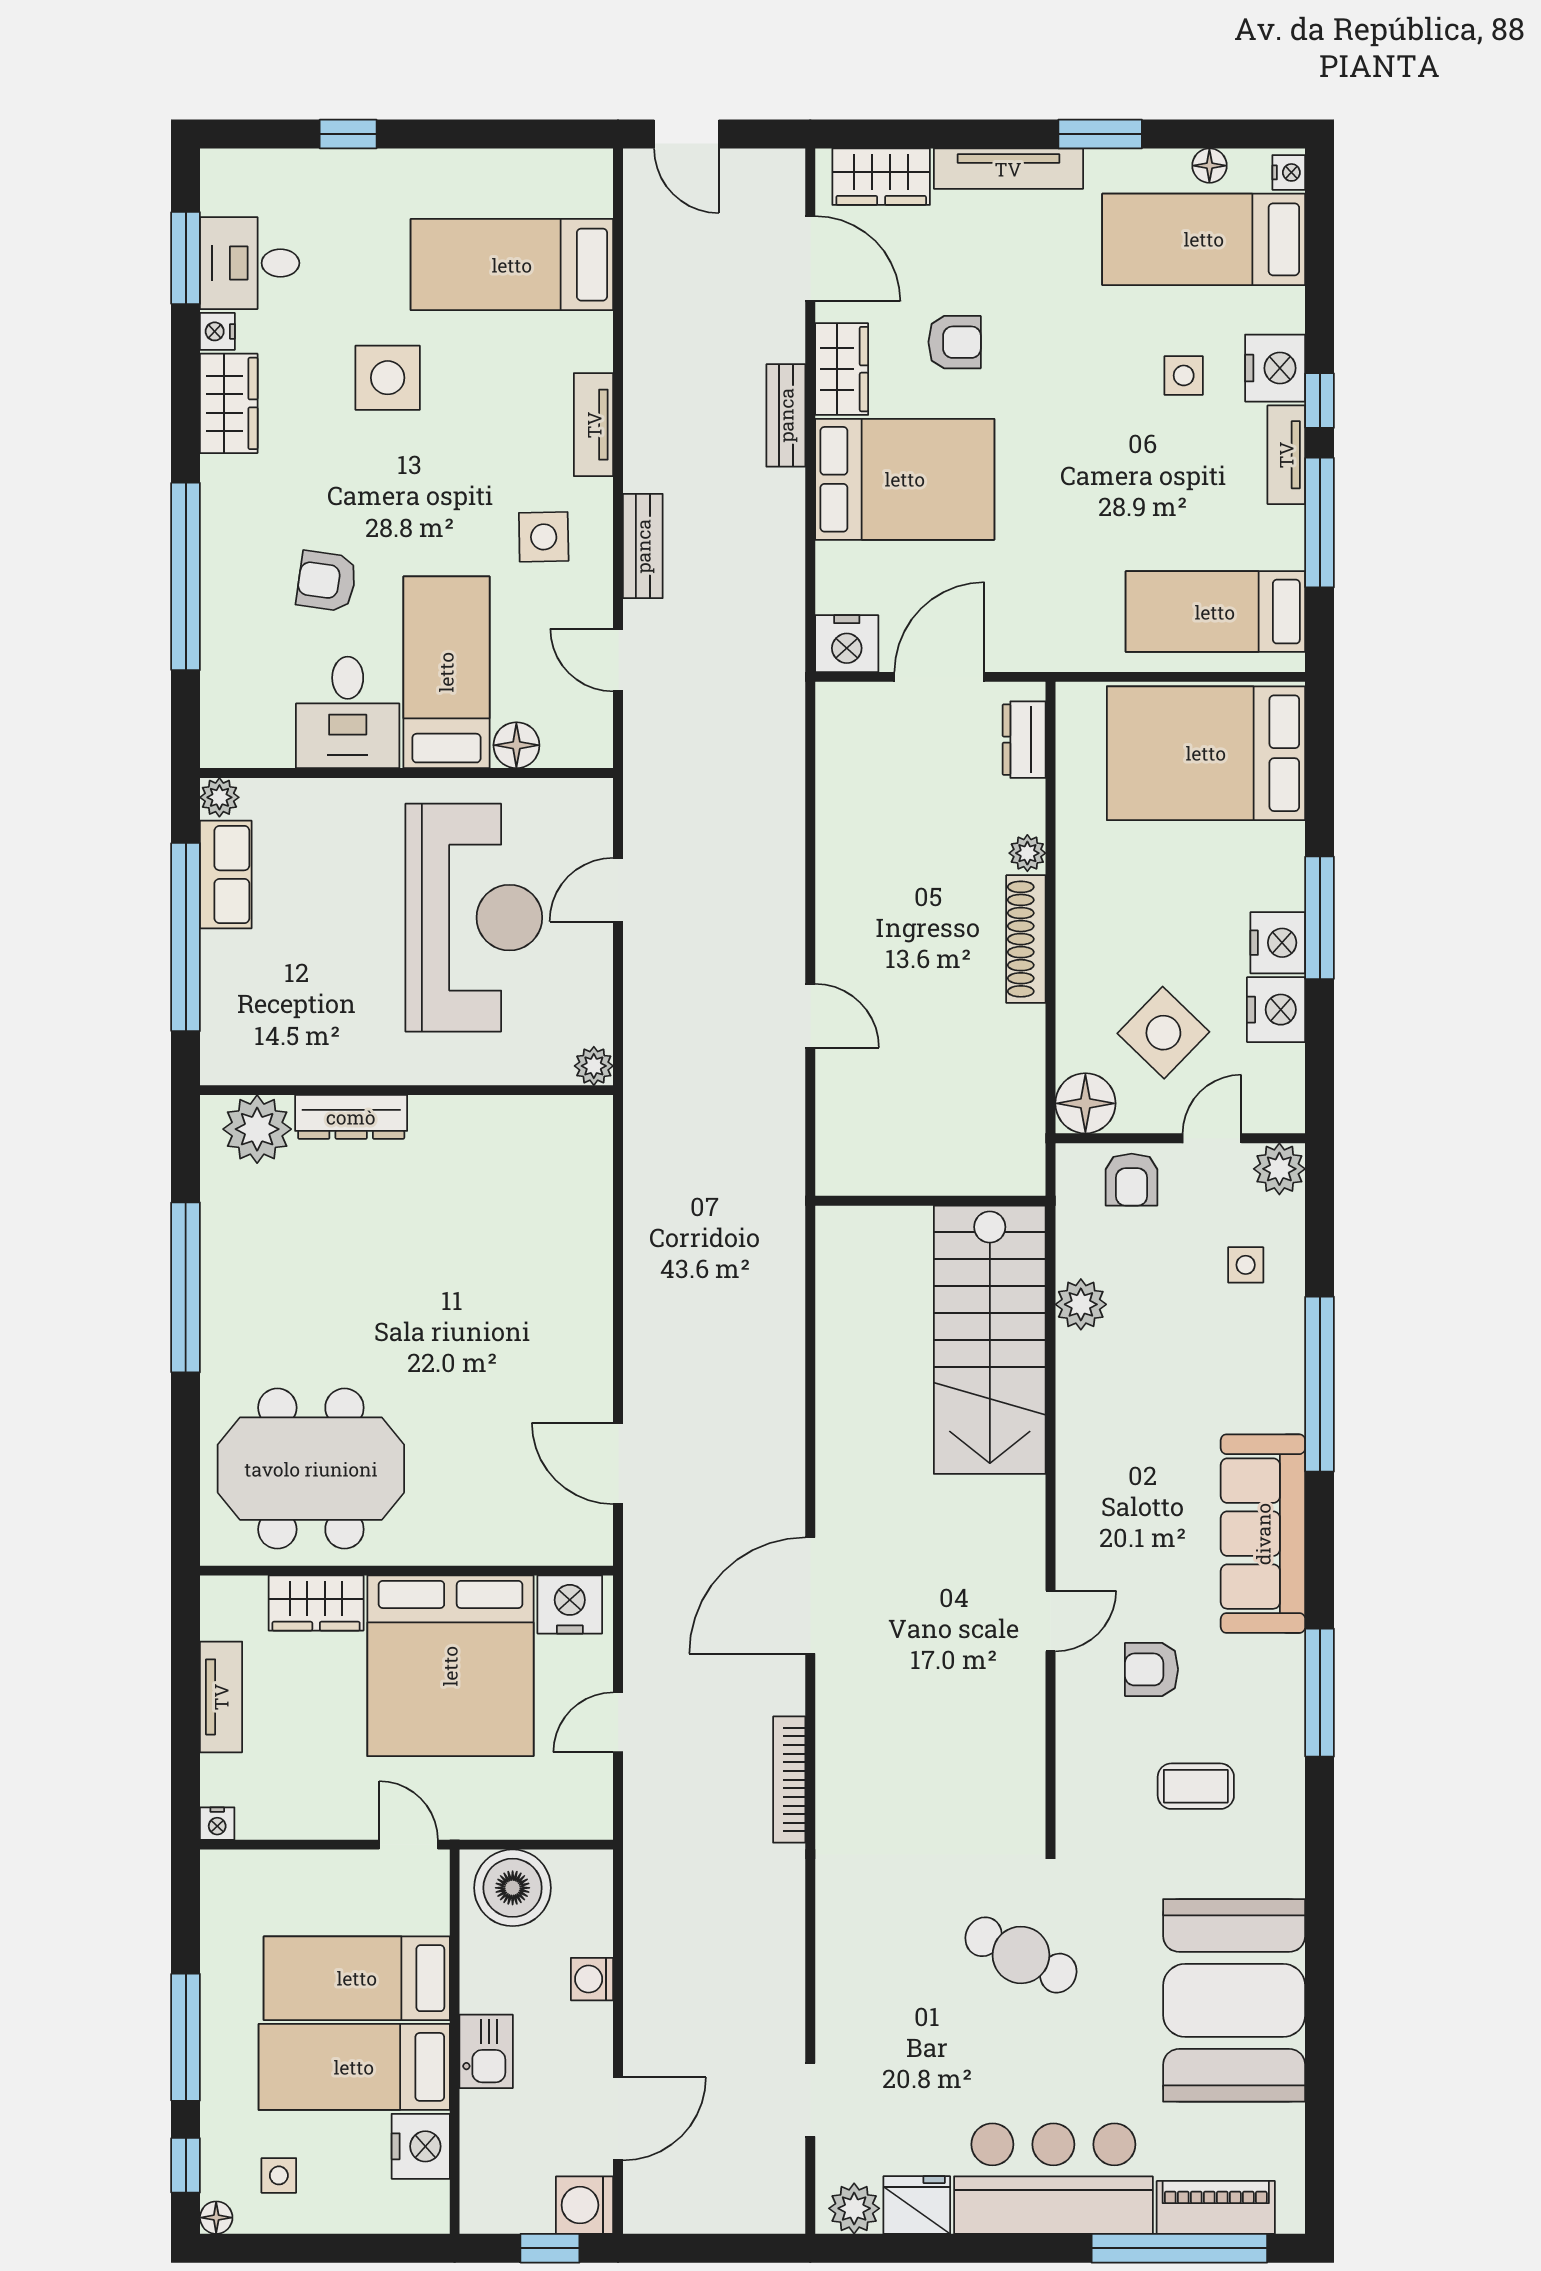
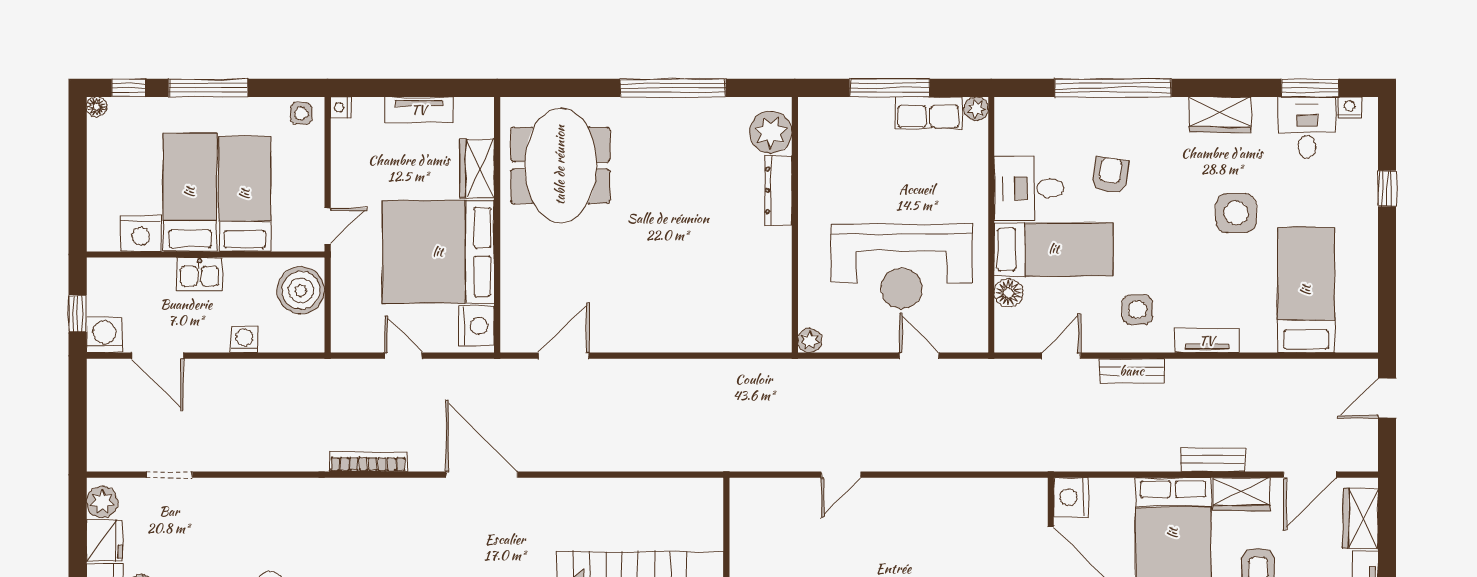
nightstand: (217, 331) -> (1349, 108), moved
window: (186, 937) -> (890, 88), width x0.68
side table: (279, 2175) -> (301, 113), moved

